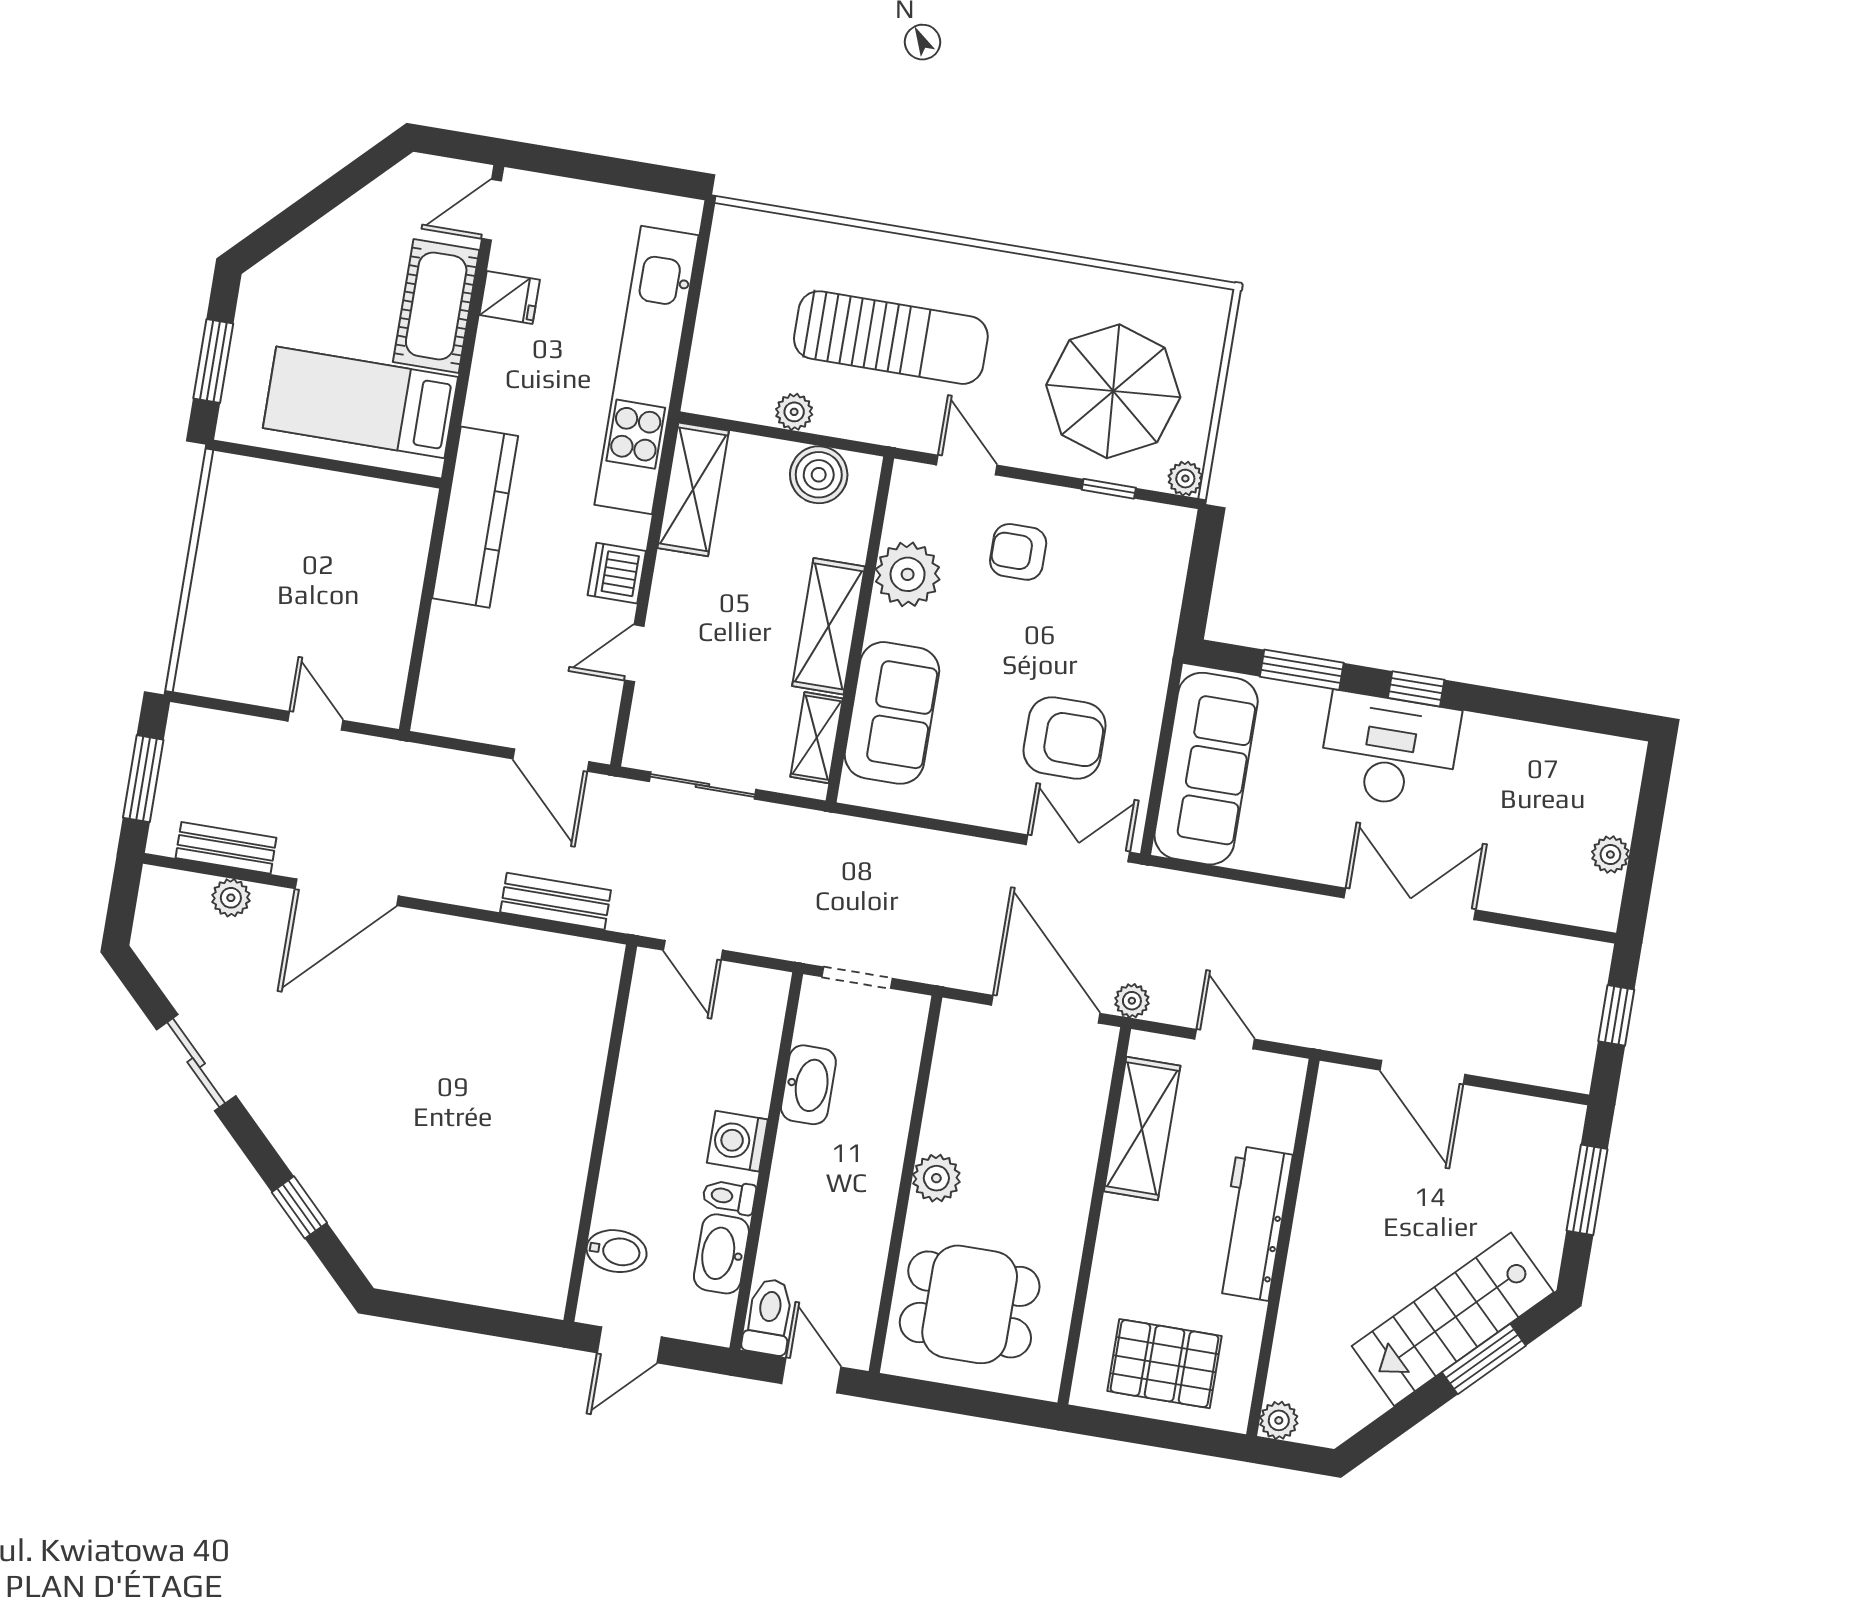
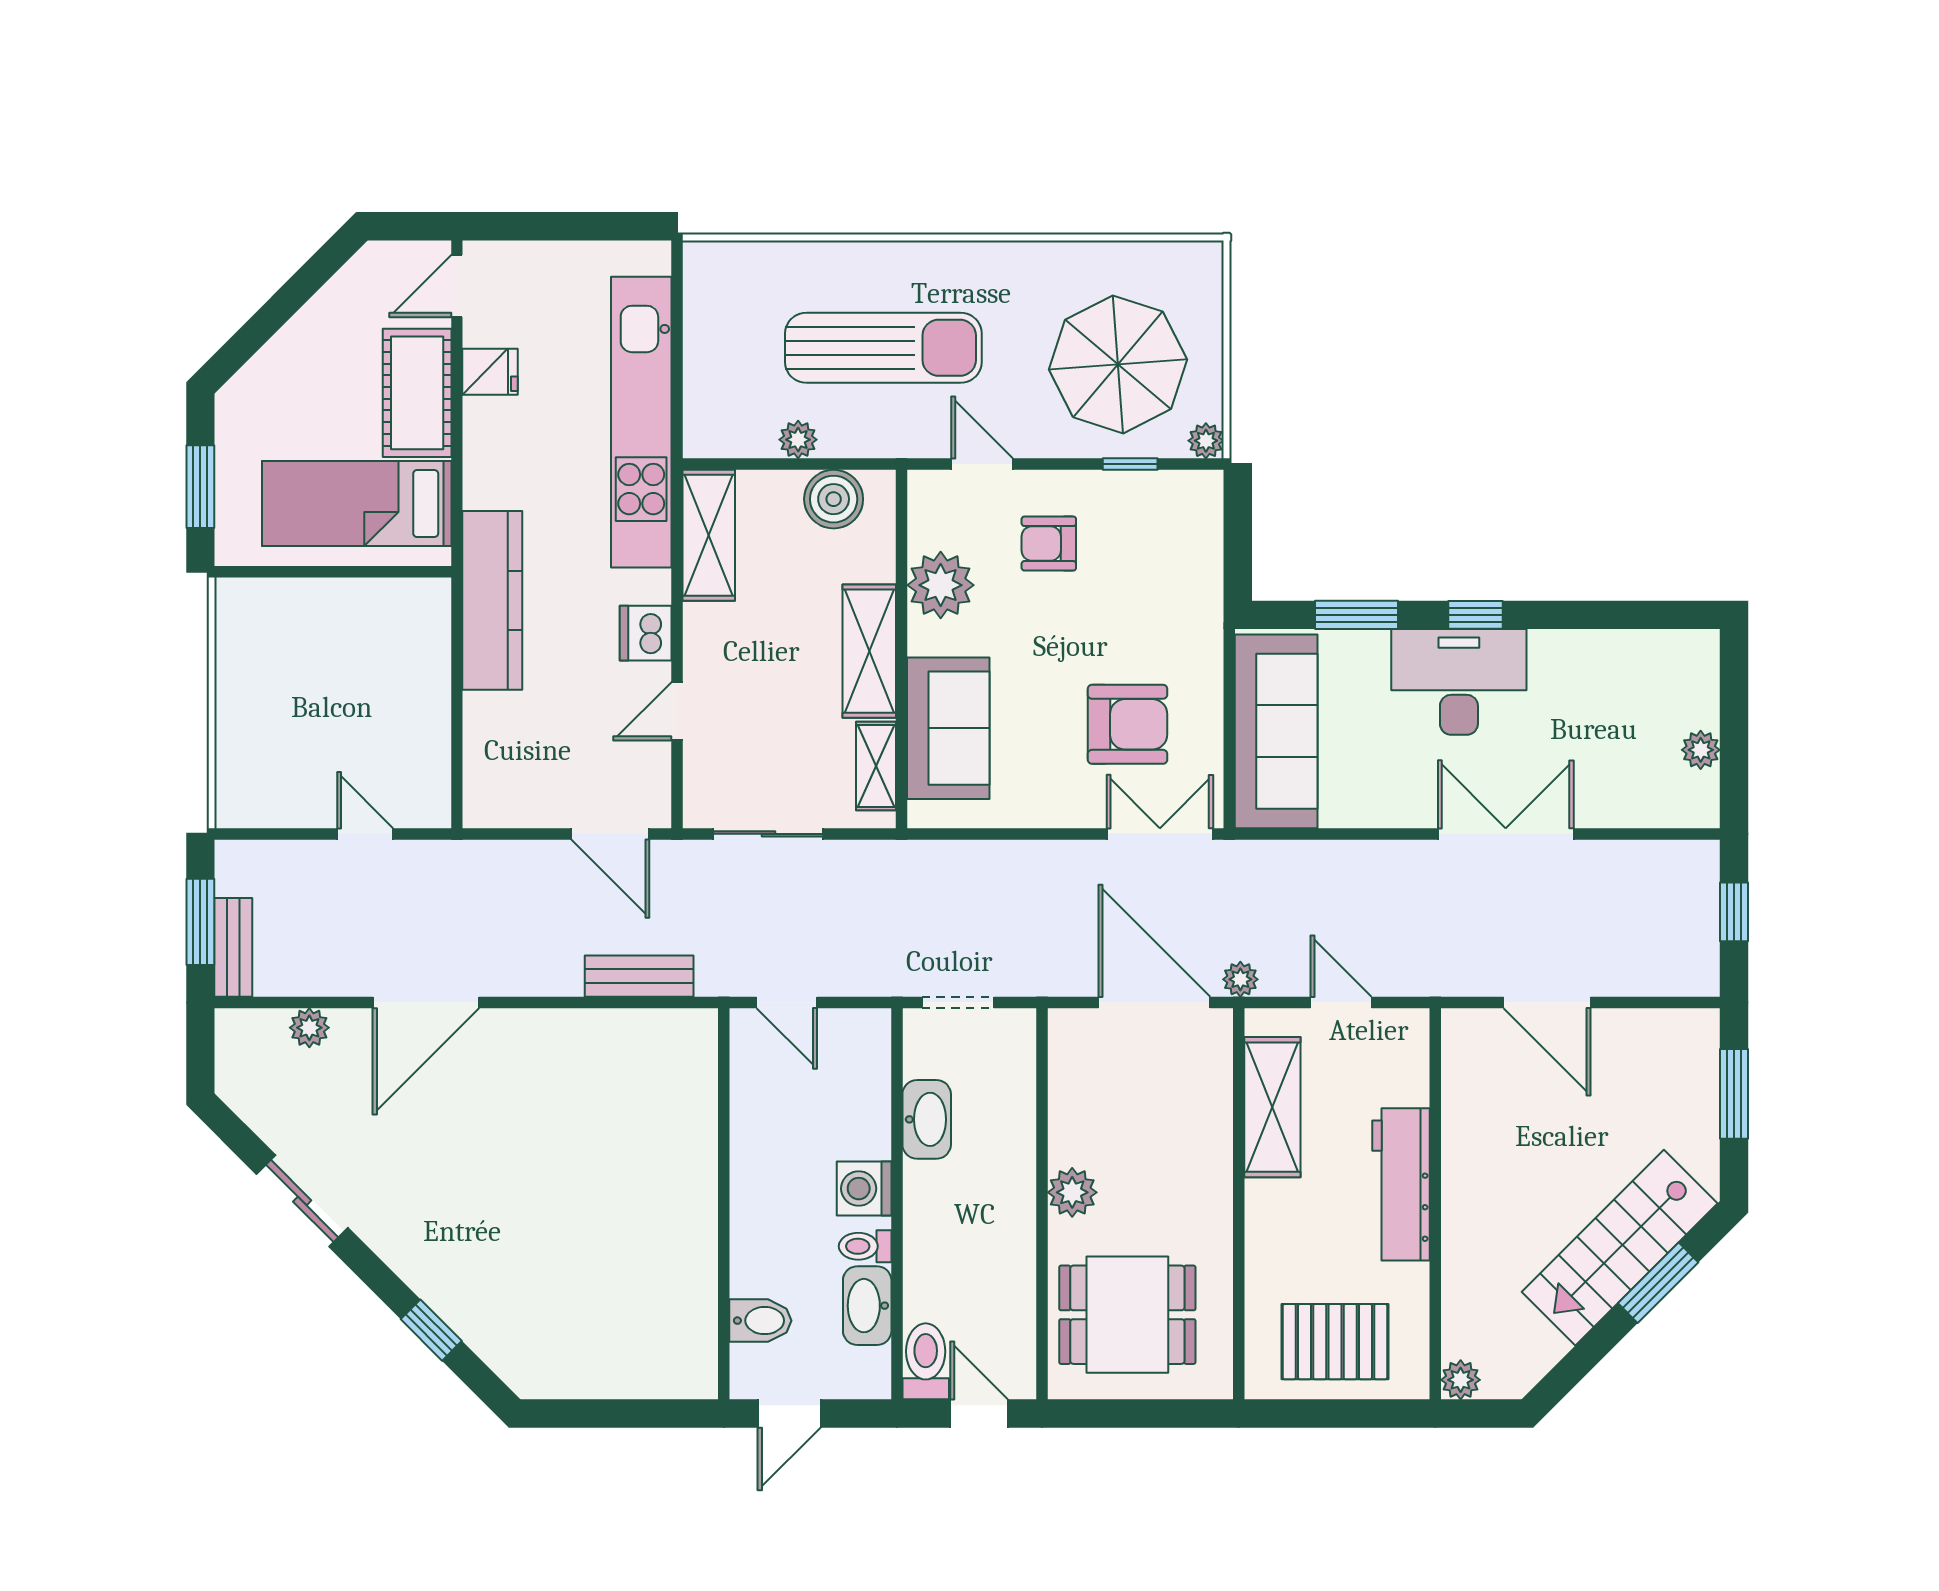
bench: (226, 848) -> (233, 947), moved, turned 90

